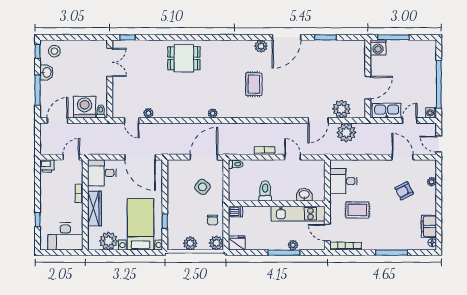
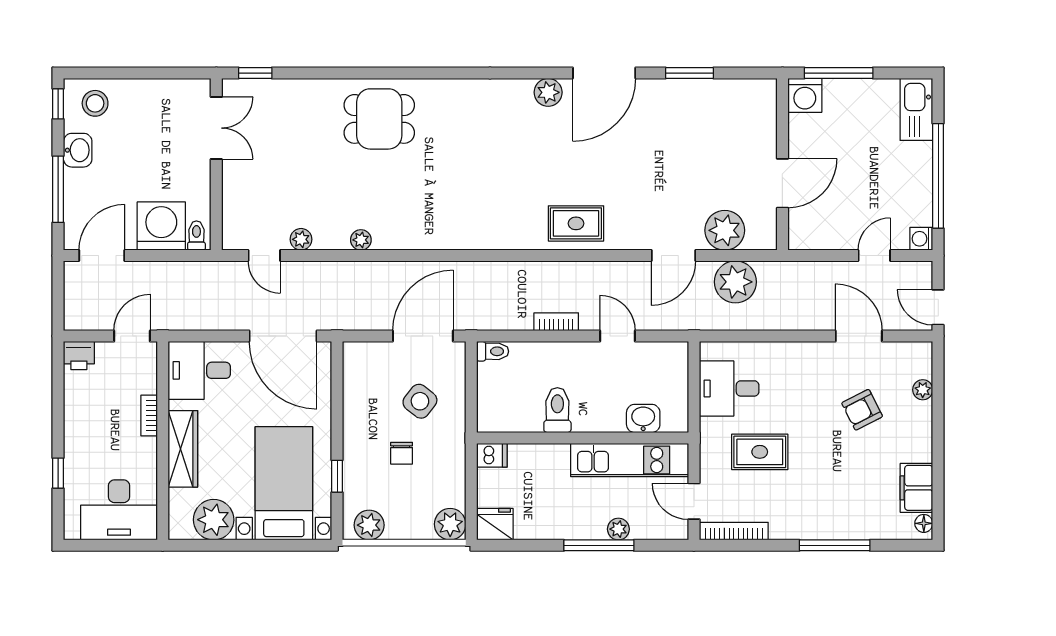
rug: (254, 84) -> (576, 223), moved, turned 90
kitchen sink: (387, 111) -> (916, 109), moved, turned -90
plant: (213, 113) -> (361, 240), moved
chair: (213, 220) -> (402, 453), moved
plant: (190, 243) -> (369, 525), moved

